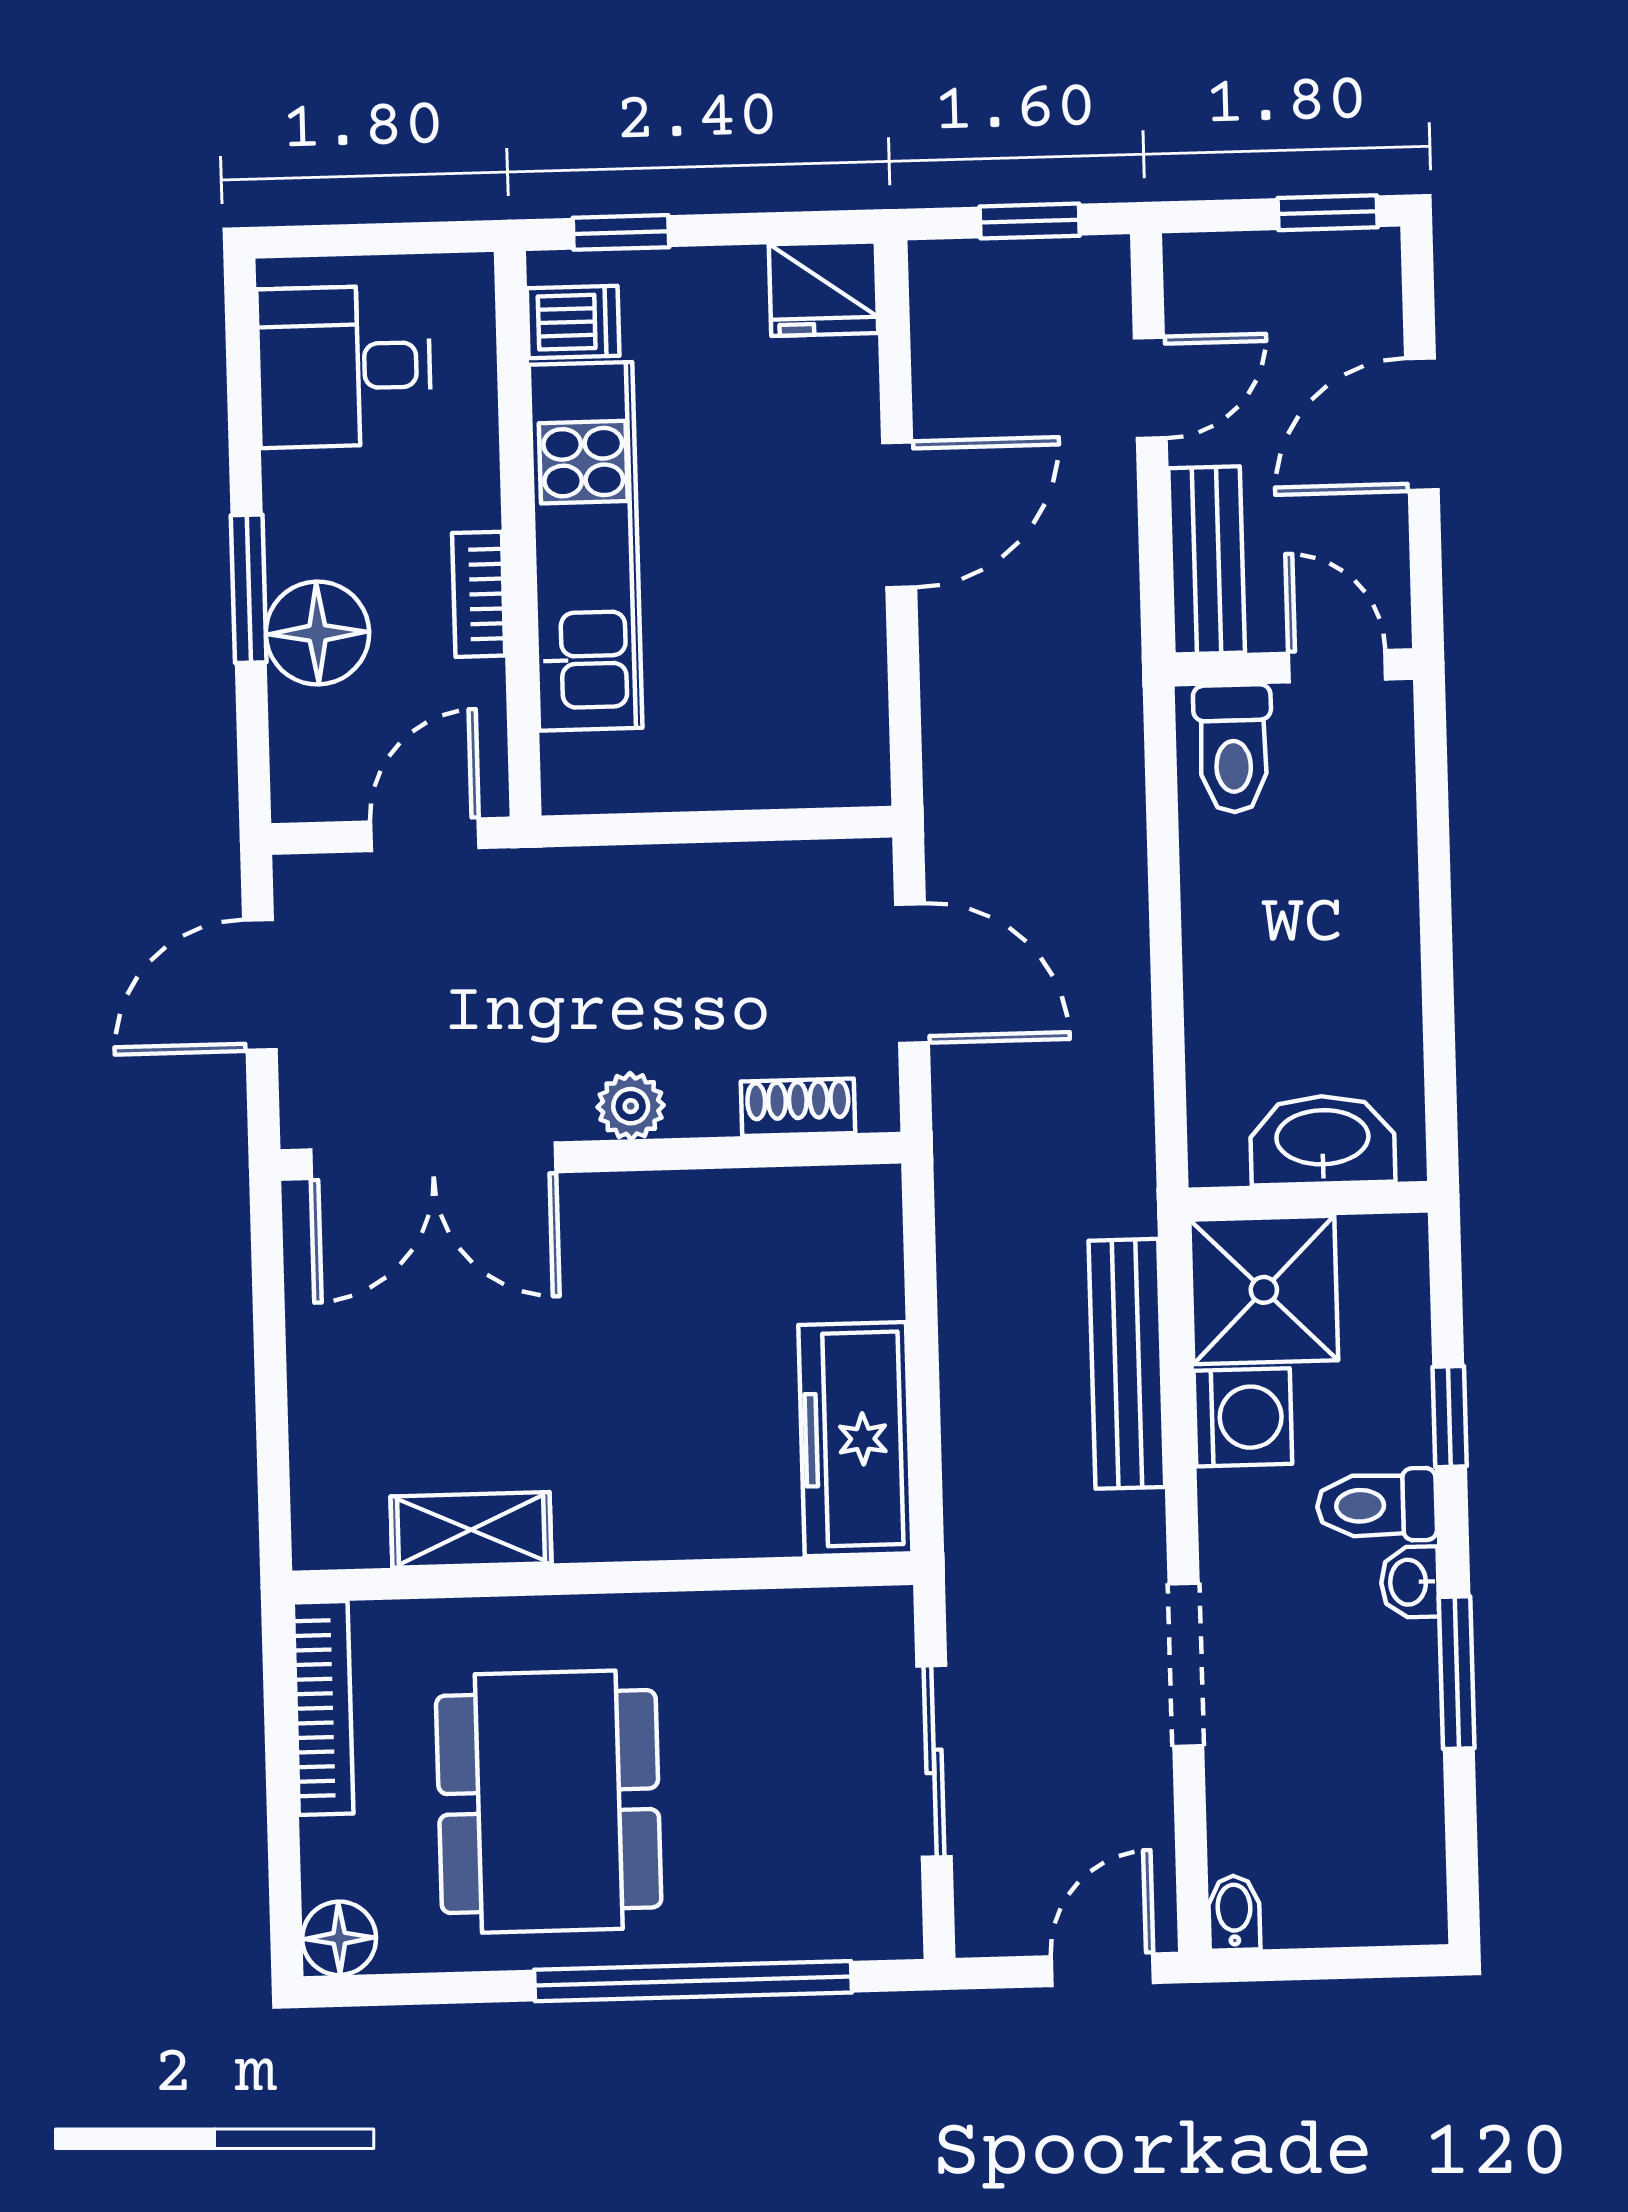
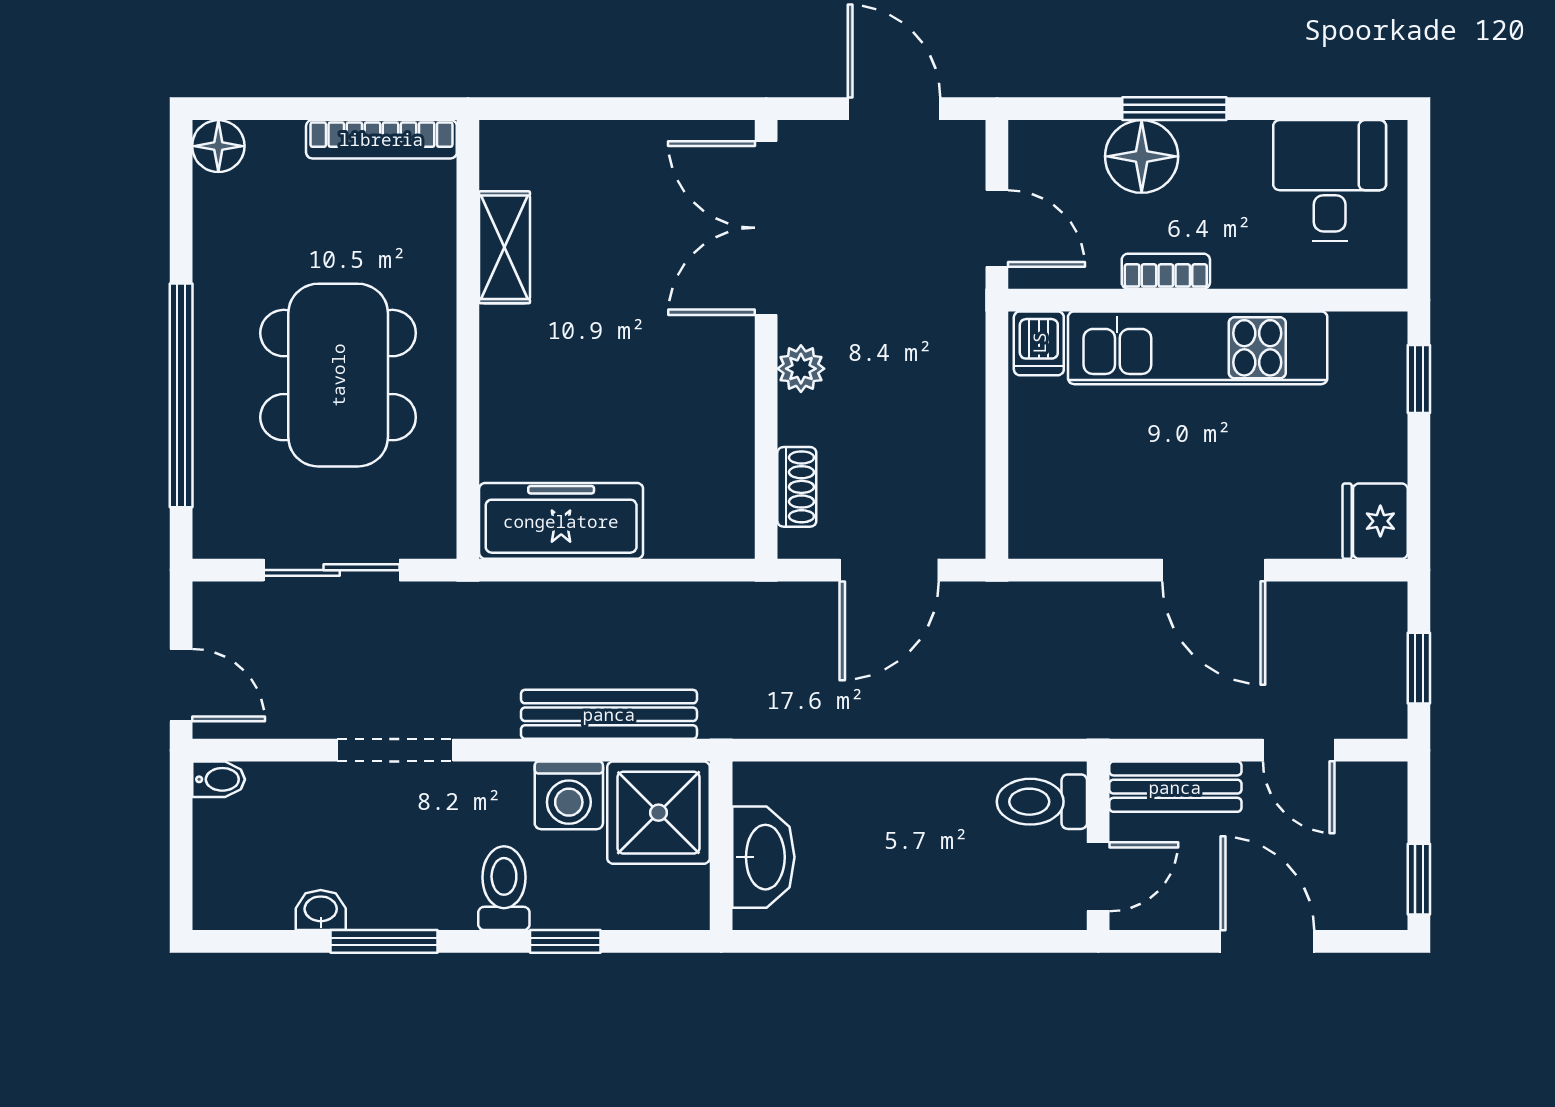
dishwasher: (573, 322) -> (1039, 343), moved
washbasin: (1410, 1582) -> (321, 910), moved
dining table: (549, 1802) -> (338, 375), moved, turned 90

